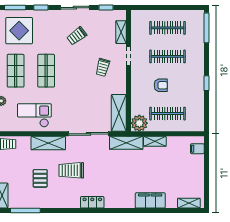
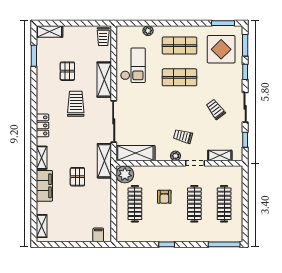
plant: (121, 75) -> (175, 156), added
shelving: (155, 141) -> (42, 158), moved
pallet: (142, 169) -> (77, 177), added
pallet: (40, 178) -> (67, 71), turned 90
window: (25, 211) -> (34, 56), width x0.69

